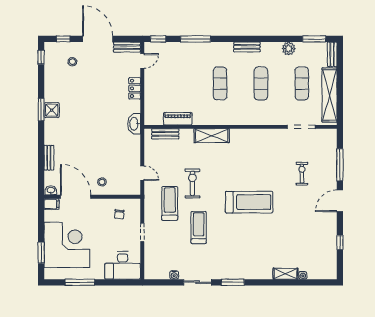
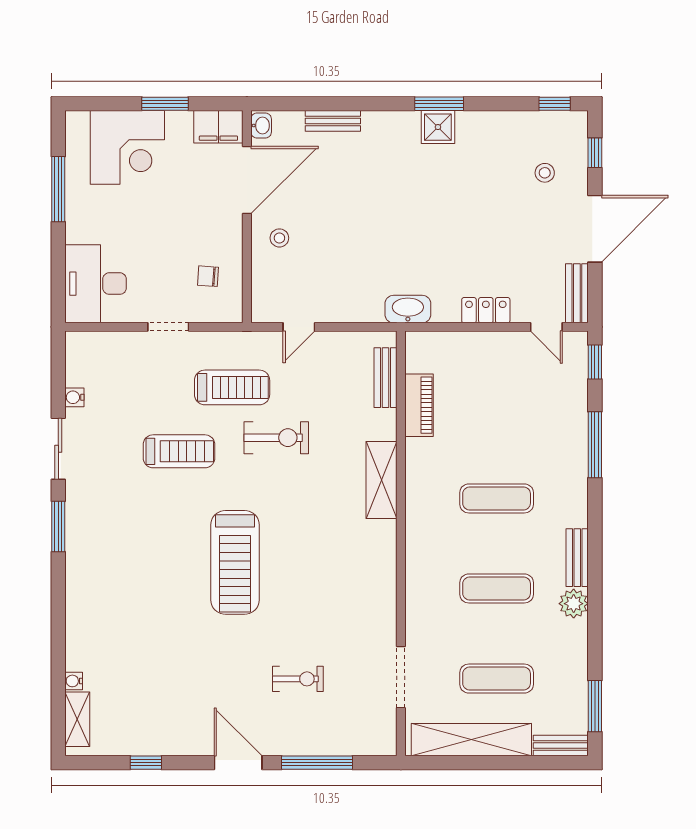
plant: (289, 49) -> (574, 604), moved
filing cabinet: (52, 204) -> (218, 127), width x2.00
corner desk: (67, 245) -> (127, 147), width x0.74, depth x0.74
window: (41, 253) -> (165, 104), moved
shelving: (285, 274) -> (77, 719), moved

